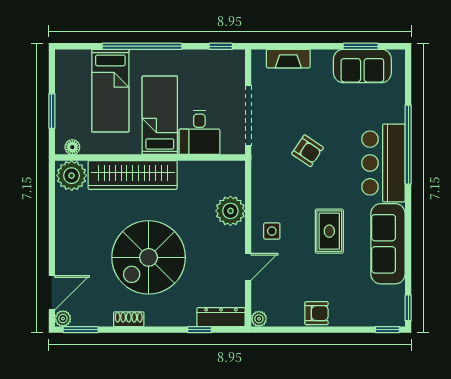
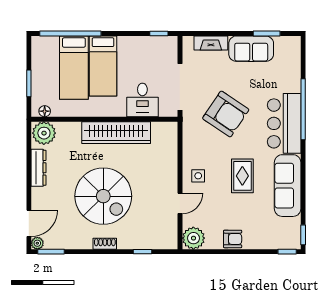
window: (142, 46) -> (70, 33), moved
sofa: (362, 66) -> (251, 49), moved
bed: (160, 115) -> (103, 66), moved, turned 180
armchair: (308, 151) -> (226, 114), width x1.88, depth x1.88
wardrobe: (133, 175) -> (116, 133), moved
plant: (230, 211) -> (166, 160), removed
spiral stairs: (149, 257) -> (103, 196), turned -90
dresser: (221, 317) -> (38, 168), moved, turned 90
shoe rack: (129, 319) -> (105, 244), moved
plant: (259, 319) -> (193, 238), width x1.87, depth x1.87

